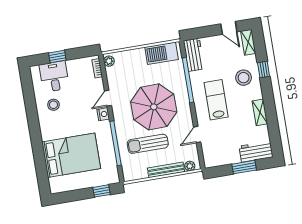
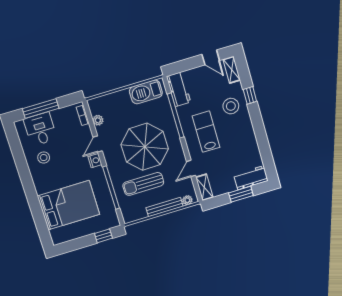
window: (57, 57) -> (41, 109), width x2.17
plant: (109, 61) -> (98, 120), moved
shelving: (260, 112) -> (204, 187), moved

